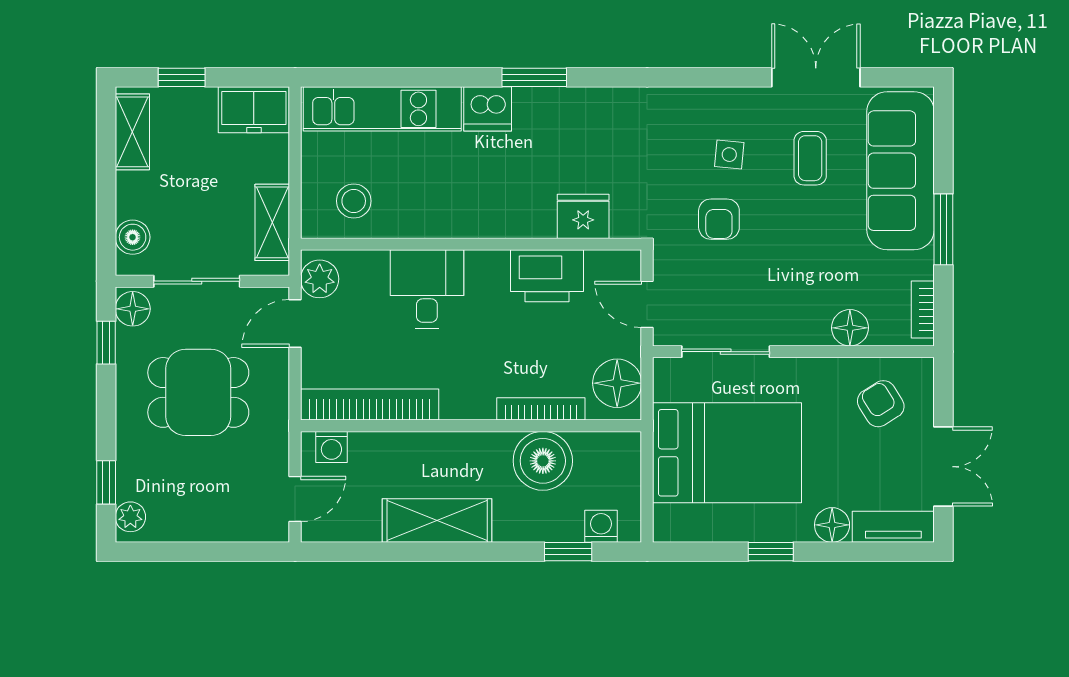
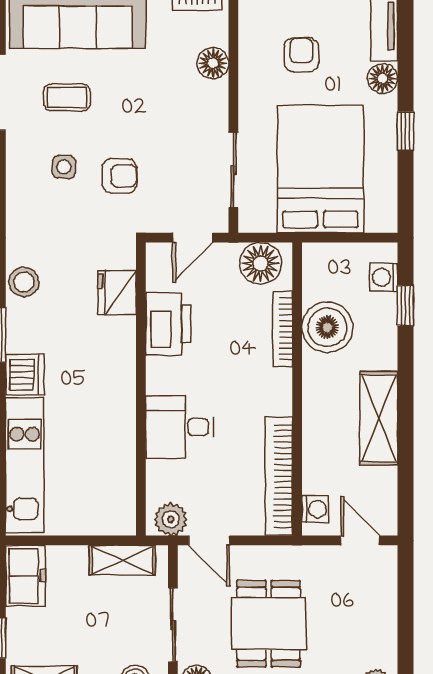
stool: (354, 201) -> (24, 282), moved
armchair: (881, 404) -> (301, 55), moved, turned 122

